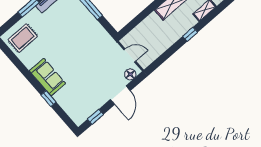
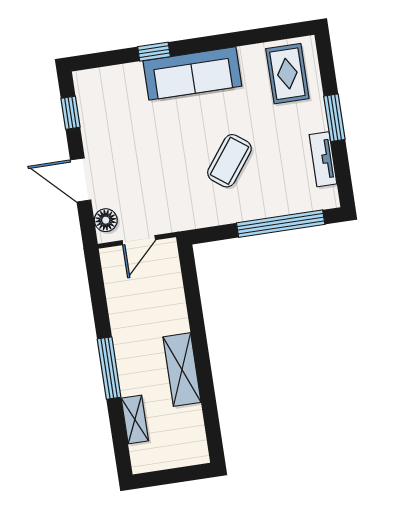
window: (190, 34) -> (109, 368), width x2.17
coffee table: (74, 39) -> (229, 161), added
sofa: (47, 77) -> (192, 73), width x1.36

